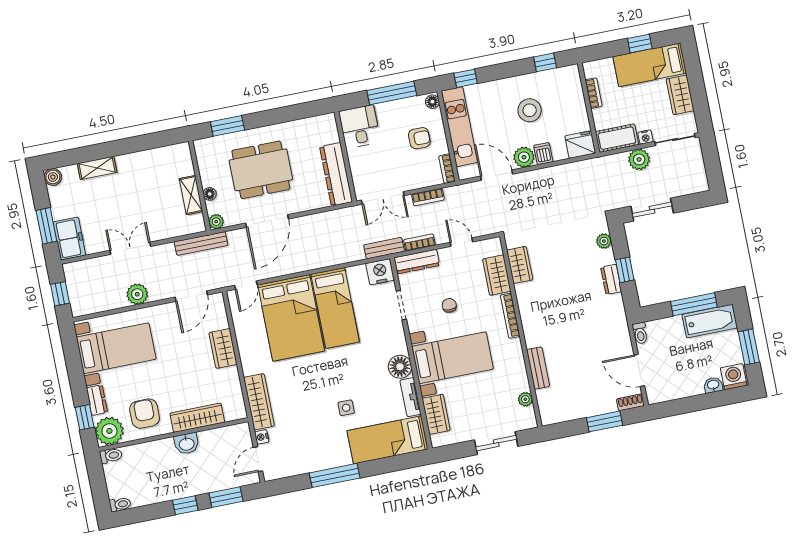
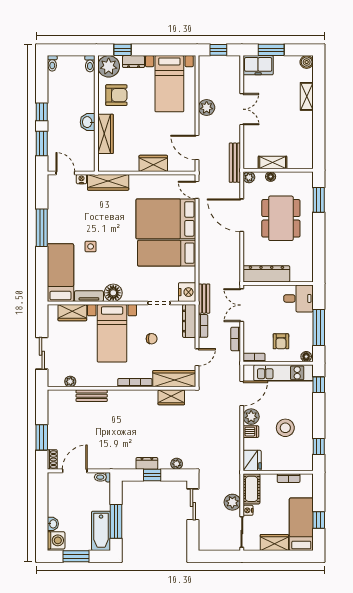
wardrobe: (497, 275) -> (174, 379), width x1.50

